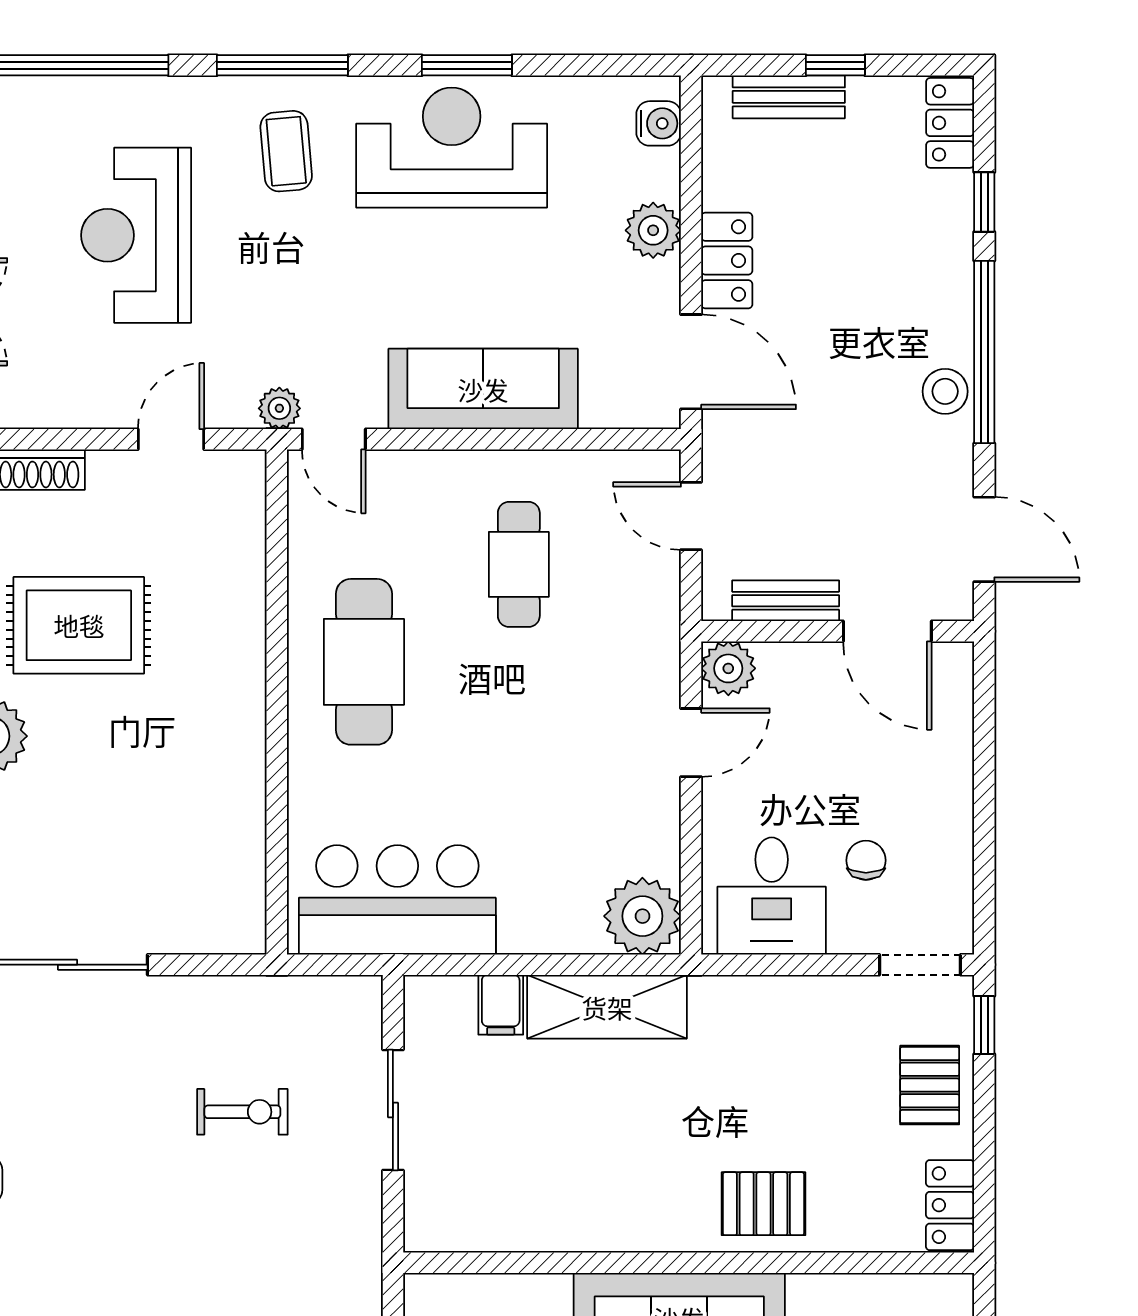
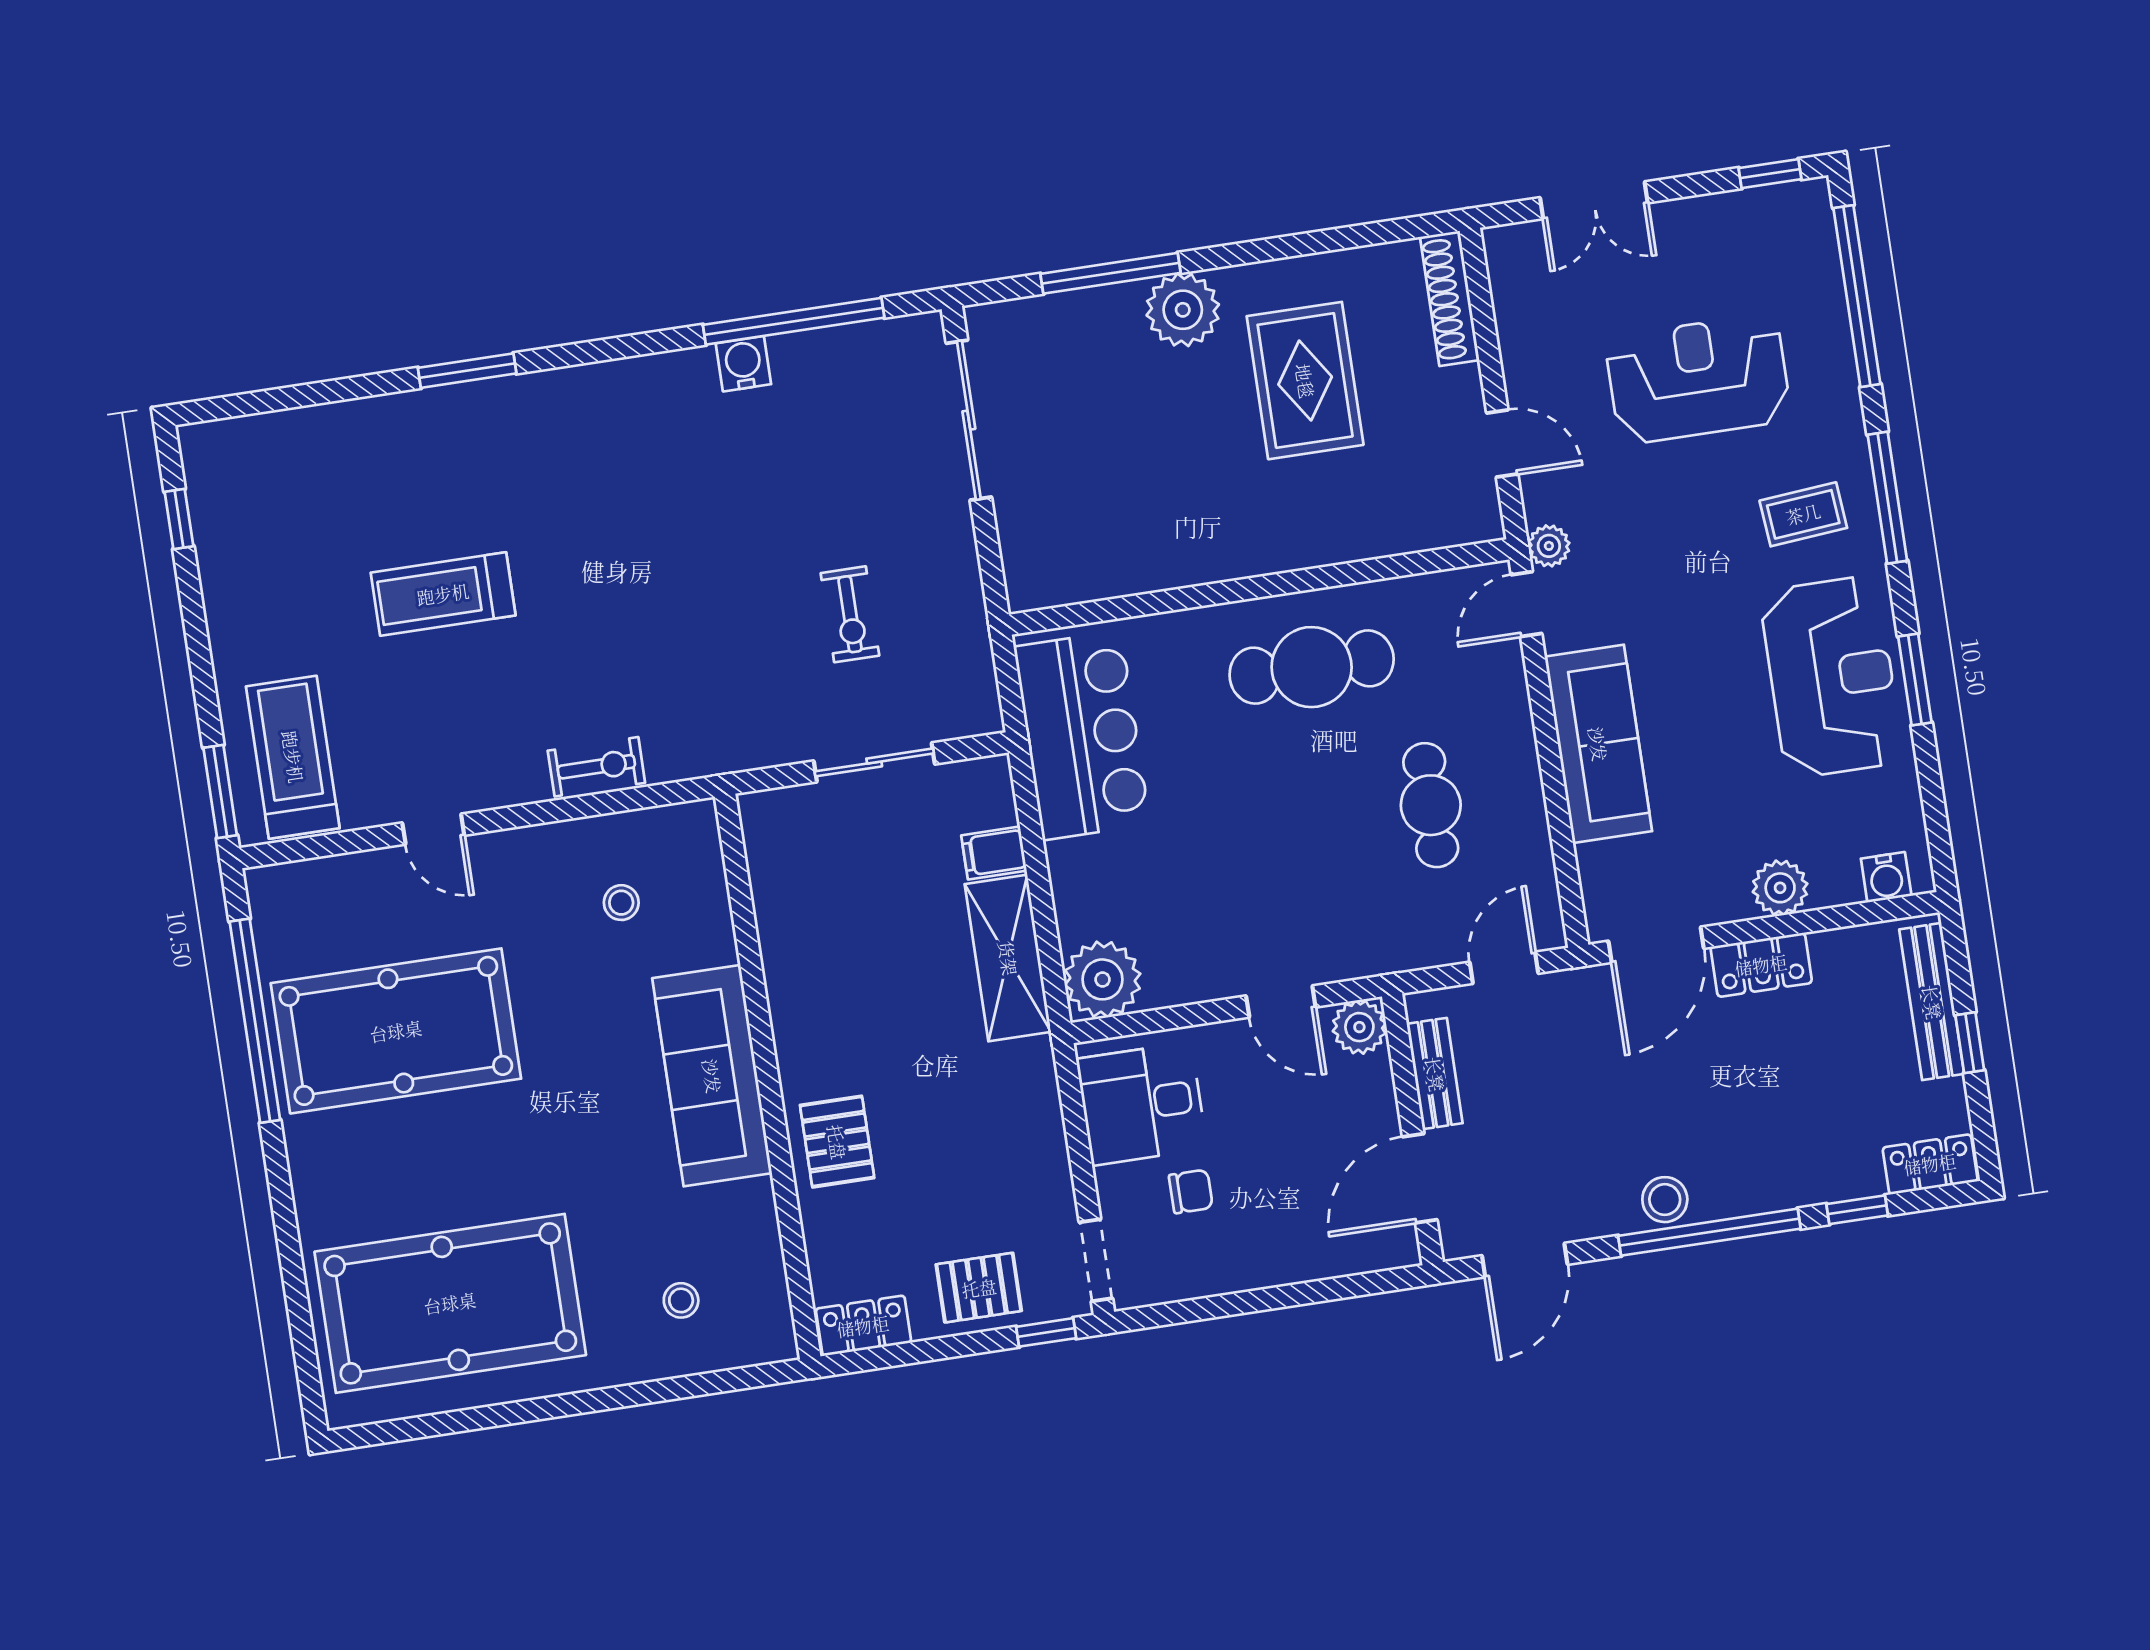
bench: (789, 97) -> (1932, 1002), width x1.36
cafe table: (519, 564) -> (1431, 805), turned 90

